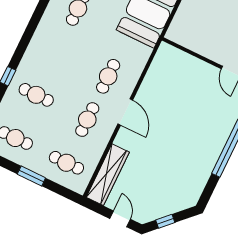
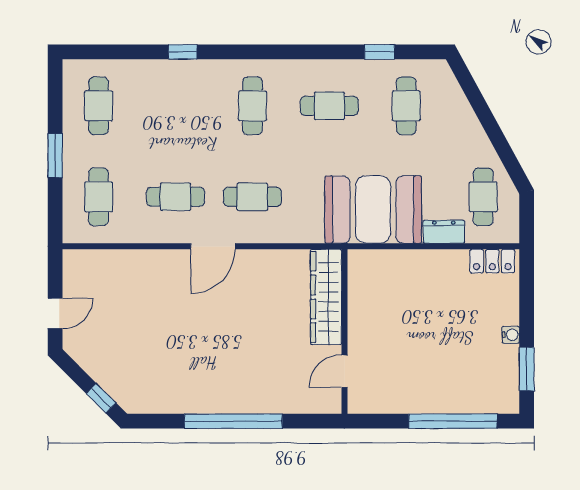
cafe table: (36, 95) -> (252, 106), moved
wardrobe: (108, 175) -> (326, 297), moved, turned 90
window: (165, 221) -> (101, 398), moved

